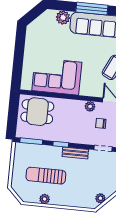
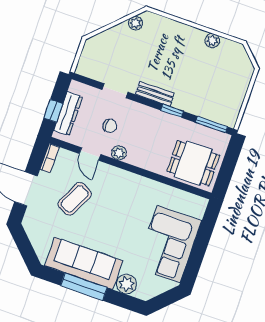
corner sofa: (57, 76) -> (169, 244), moved, turned 90
sun lounger: (46, 176) -> (203, 72), removed

